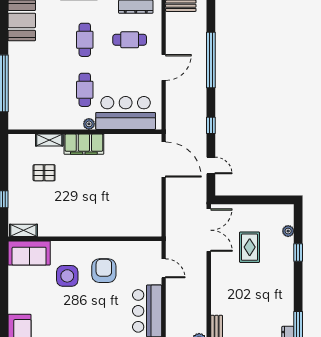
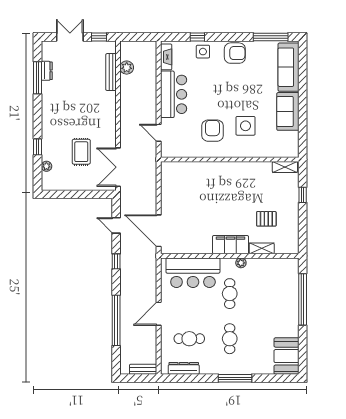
plant: (89, 124) -> (241, 263), moved
sofa: (29, 253) -> (288, 111), moved, turned -90
armchair: (104, 271) -> (212, 131), turned 180

